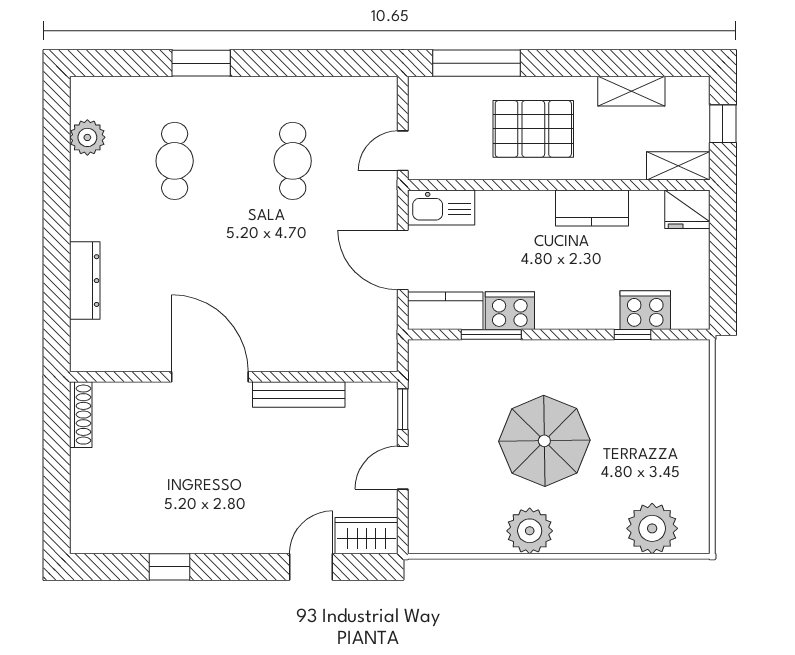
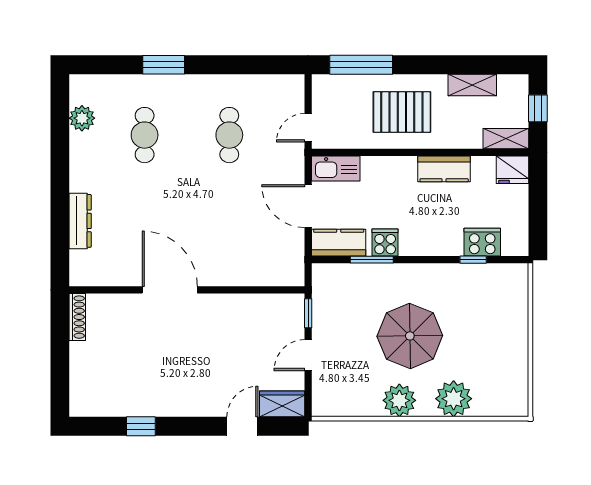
cooker: (510, 311) -> (385, 242), width x0.73
bench: (299, 394) -> (234, 303), removed
plant: (652, 528) -> (454, 399), moved

